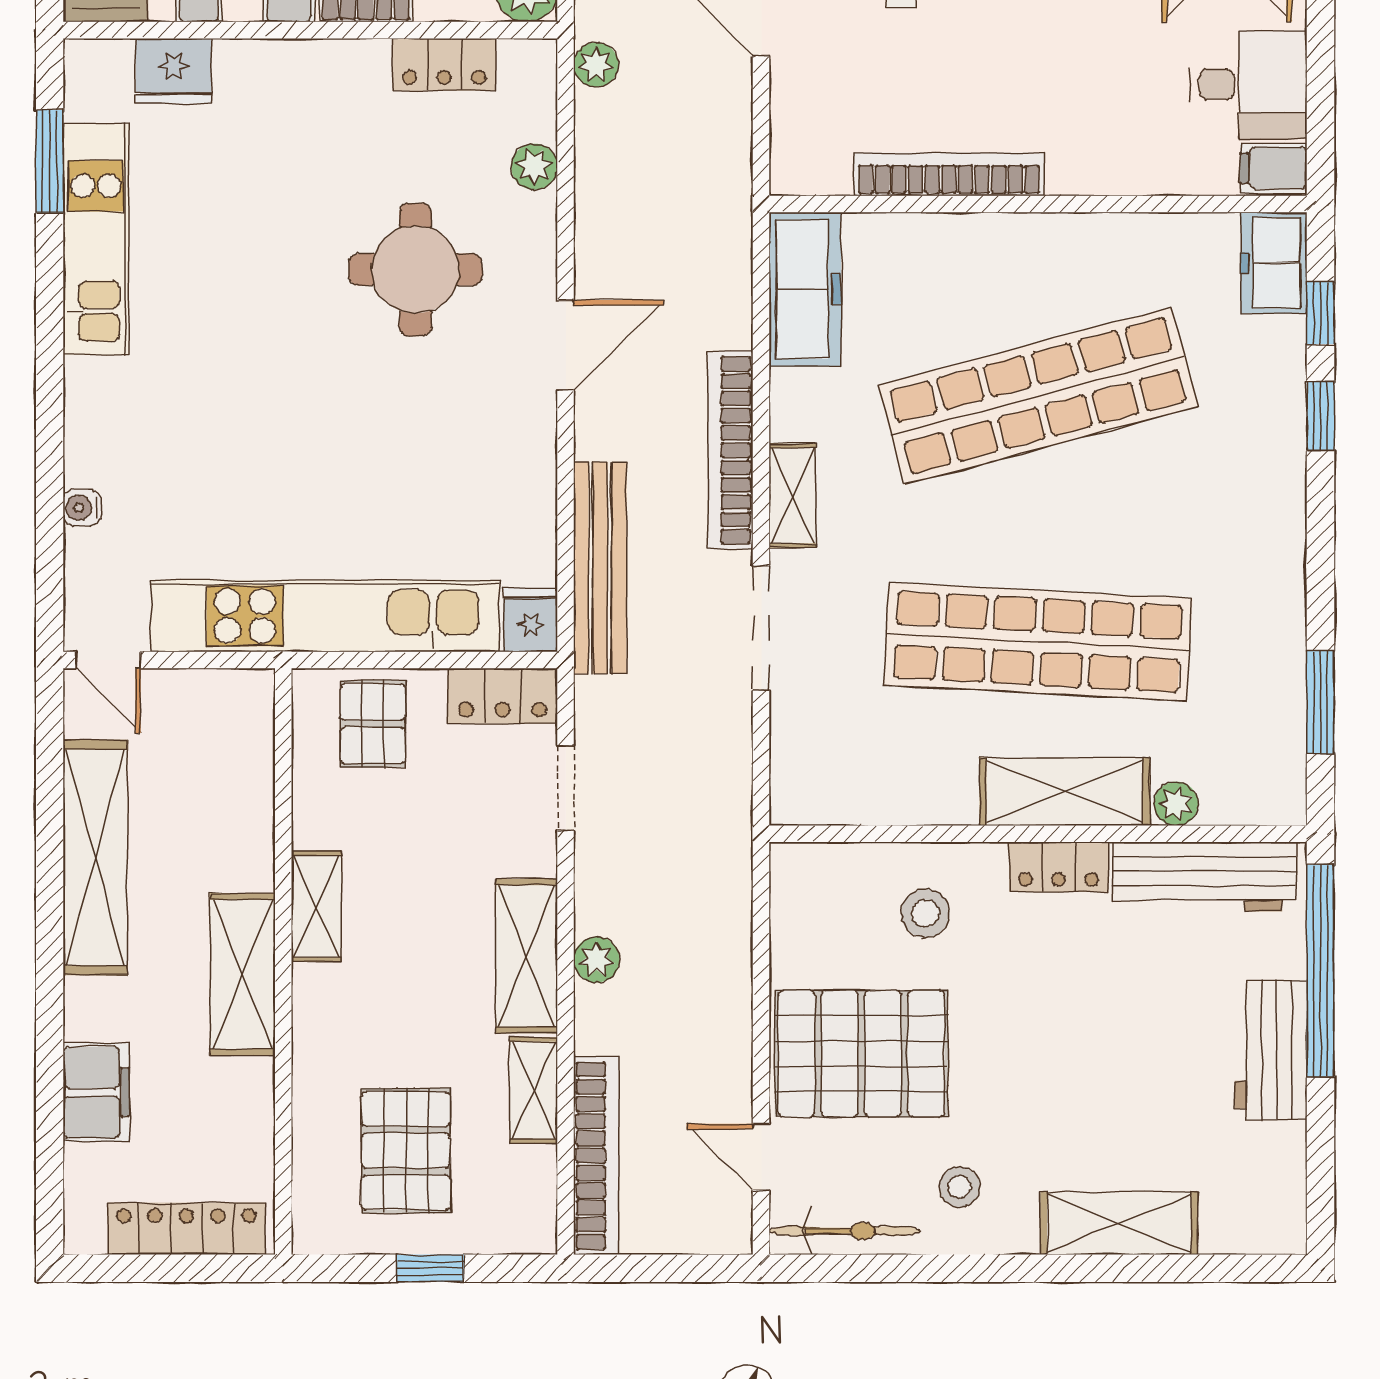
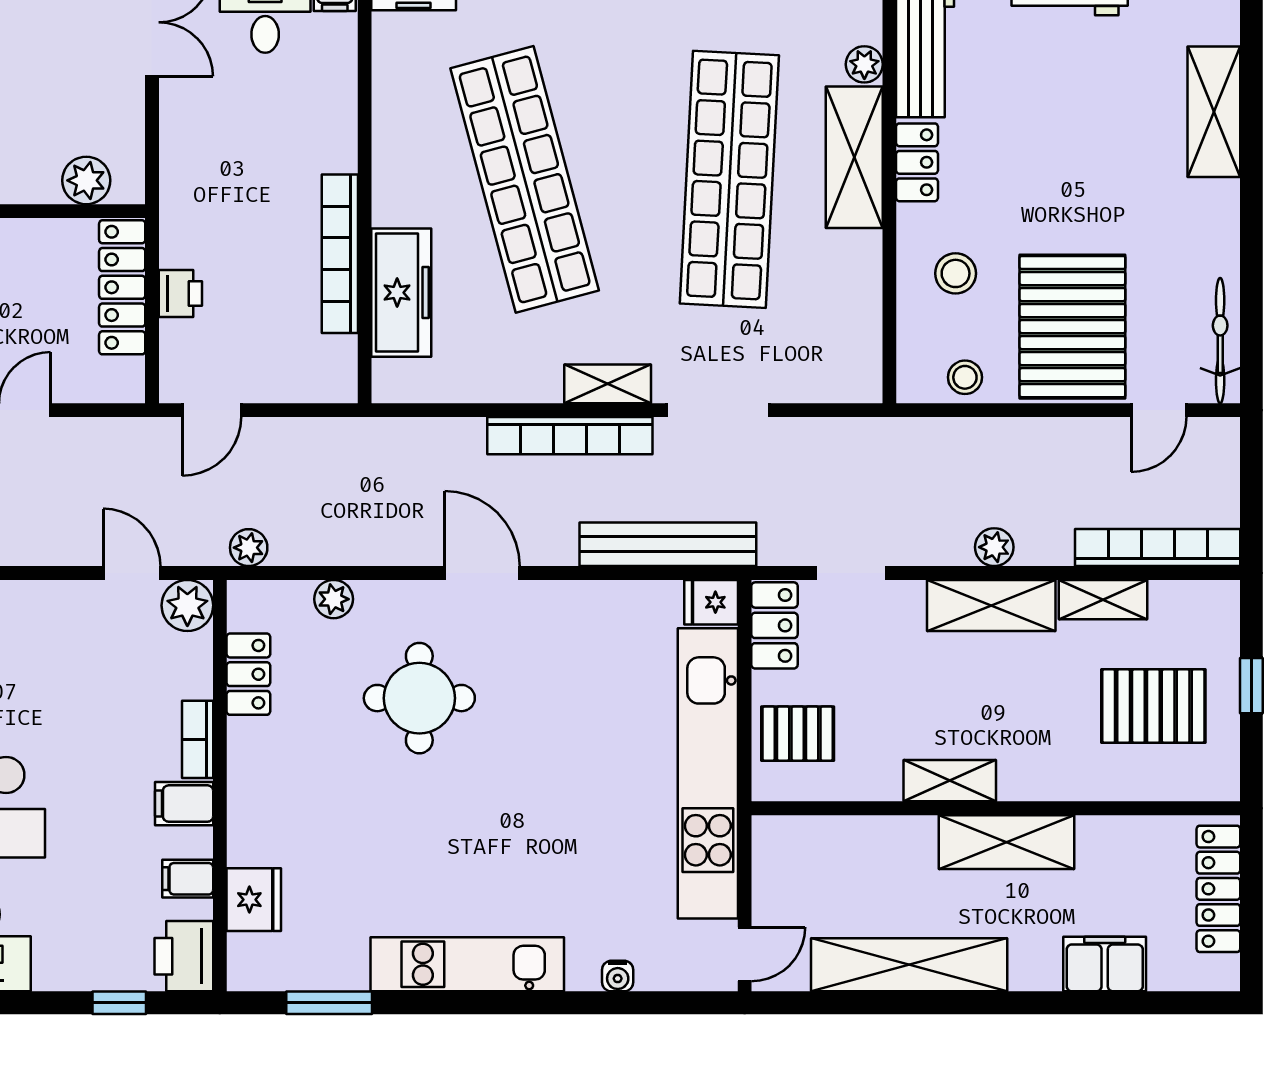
kitchen unit: (96, 239) -> (467, 964), moved
freezer: (805, 289) -> (401, 293), moved, turned 90
stool: (960, 1187) -> (965, 377), moved

